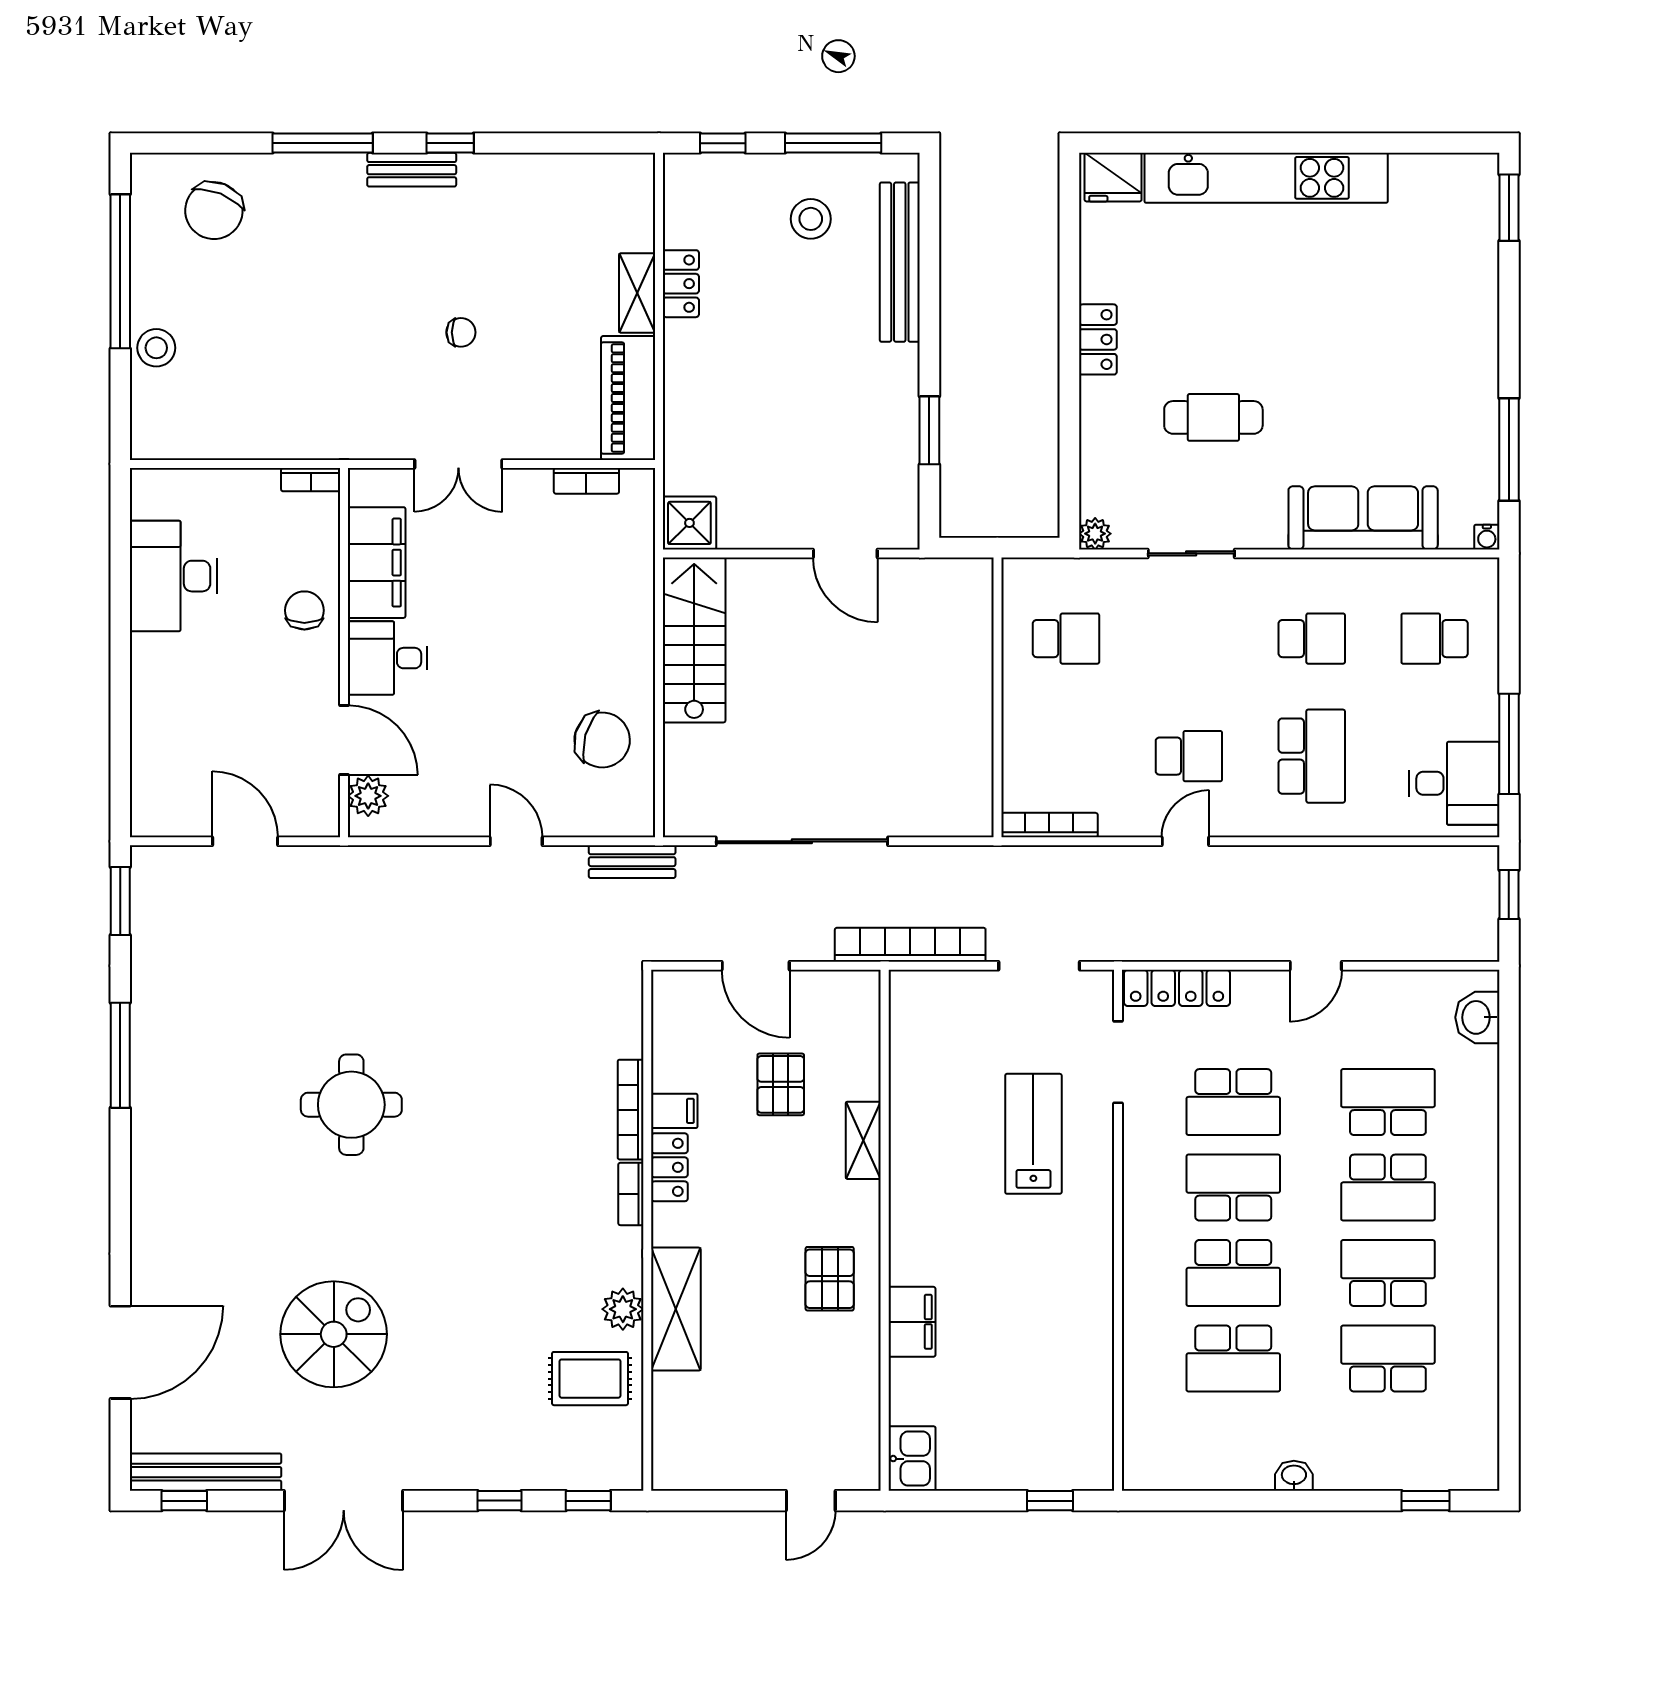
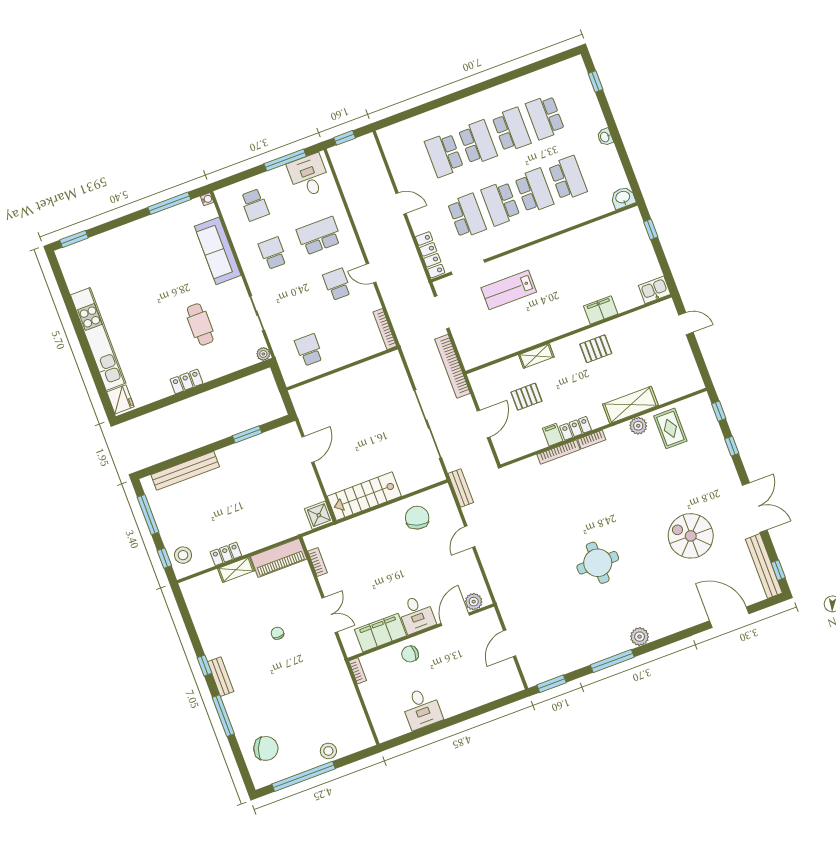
stool: (811, 219) -> (183, 555), moved
desk: (174, 576) -> (422, 708), width x0.73
washbasin: (1477, 1017) -> (623, 198), moved, turned 180
plant: (152, 1136) -> (640, 637), added
school desk: (1388, 1273) -> (511, 130), turned 180

